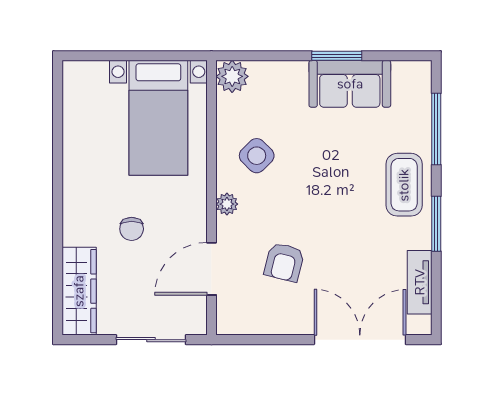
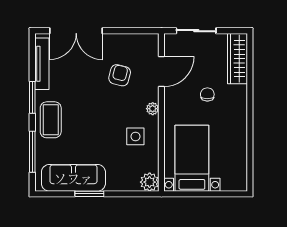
sofa: (350, 84) -> (73, 178), width x1.36
side table: (257, 156) -> (135, 136), turned 45
tv unit: (420, 282) -> (42, 64), width x1.41

